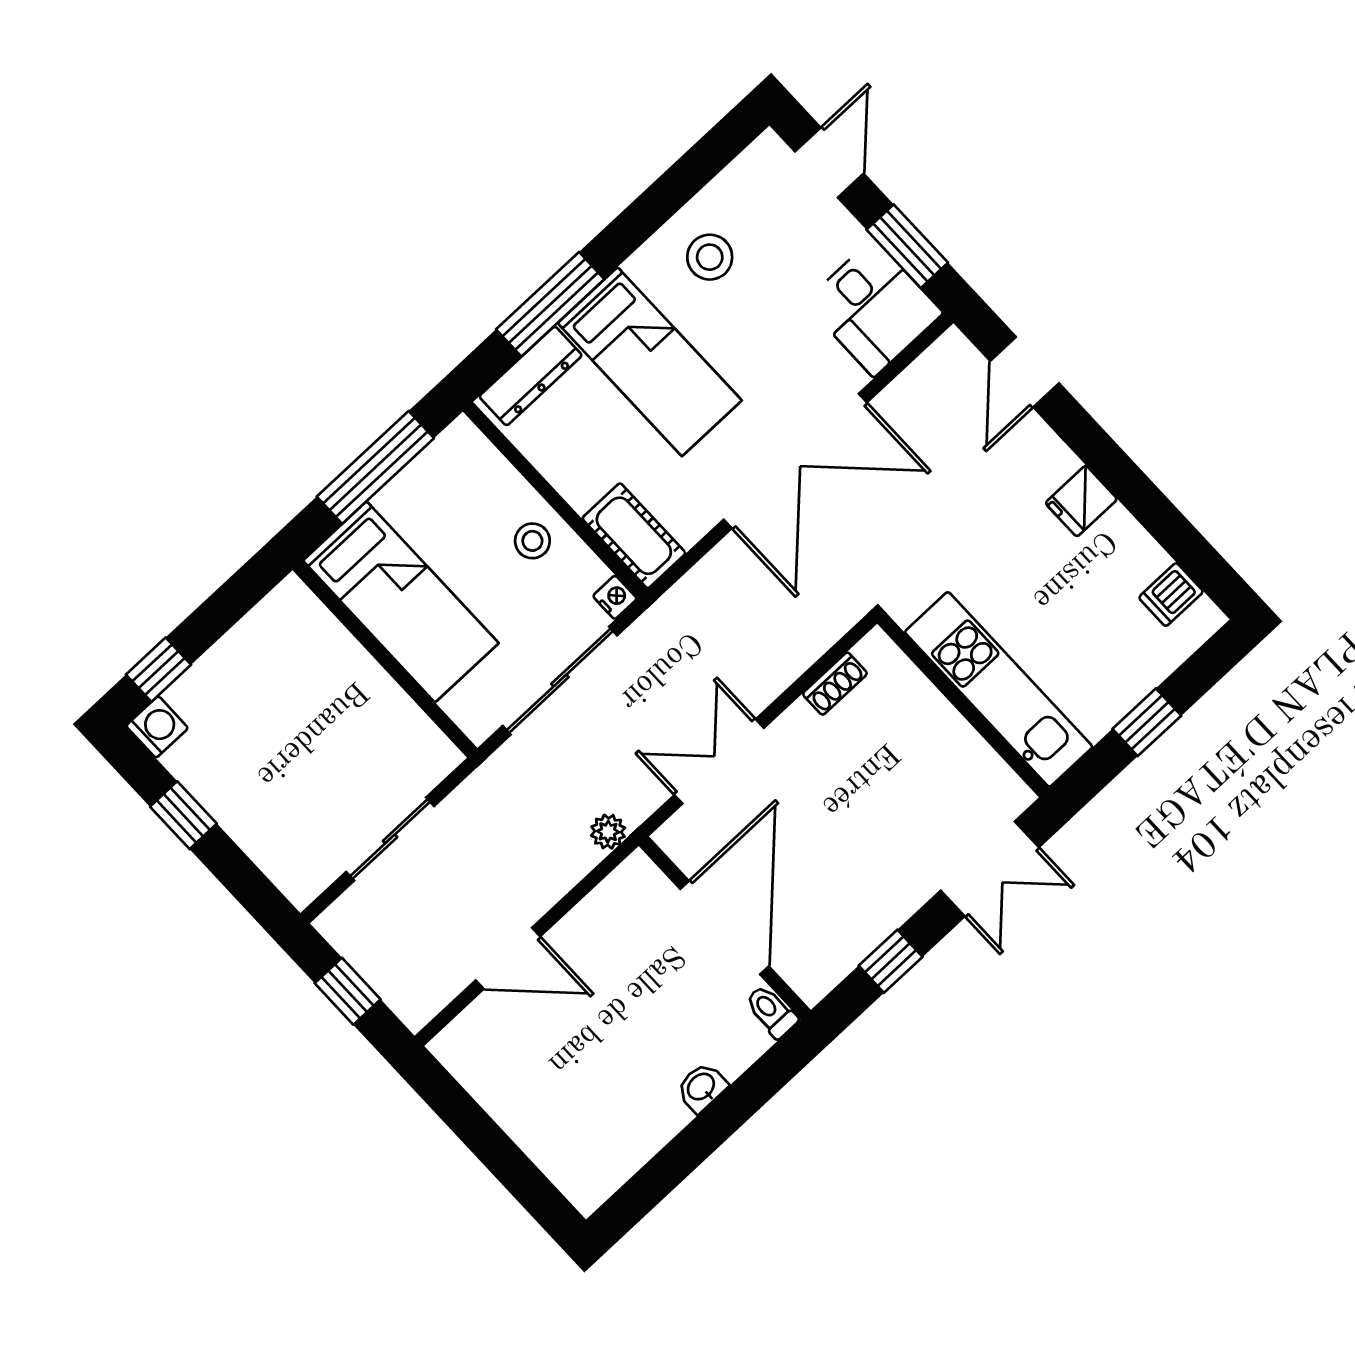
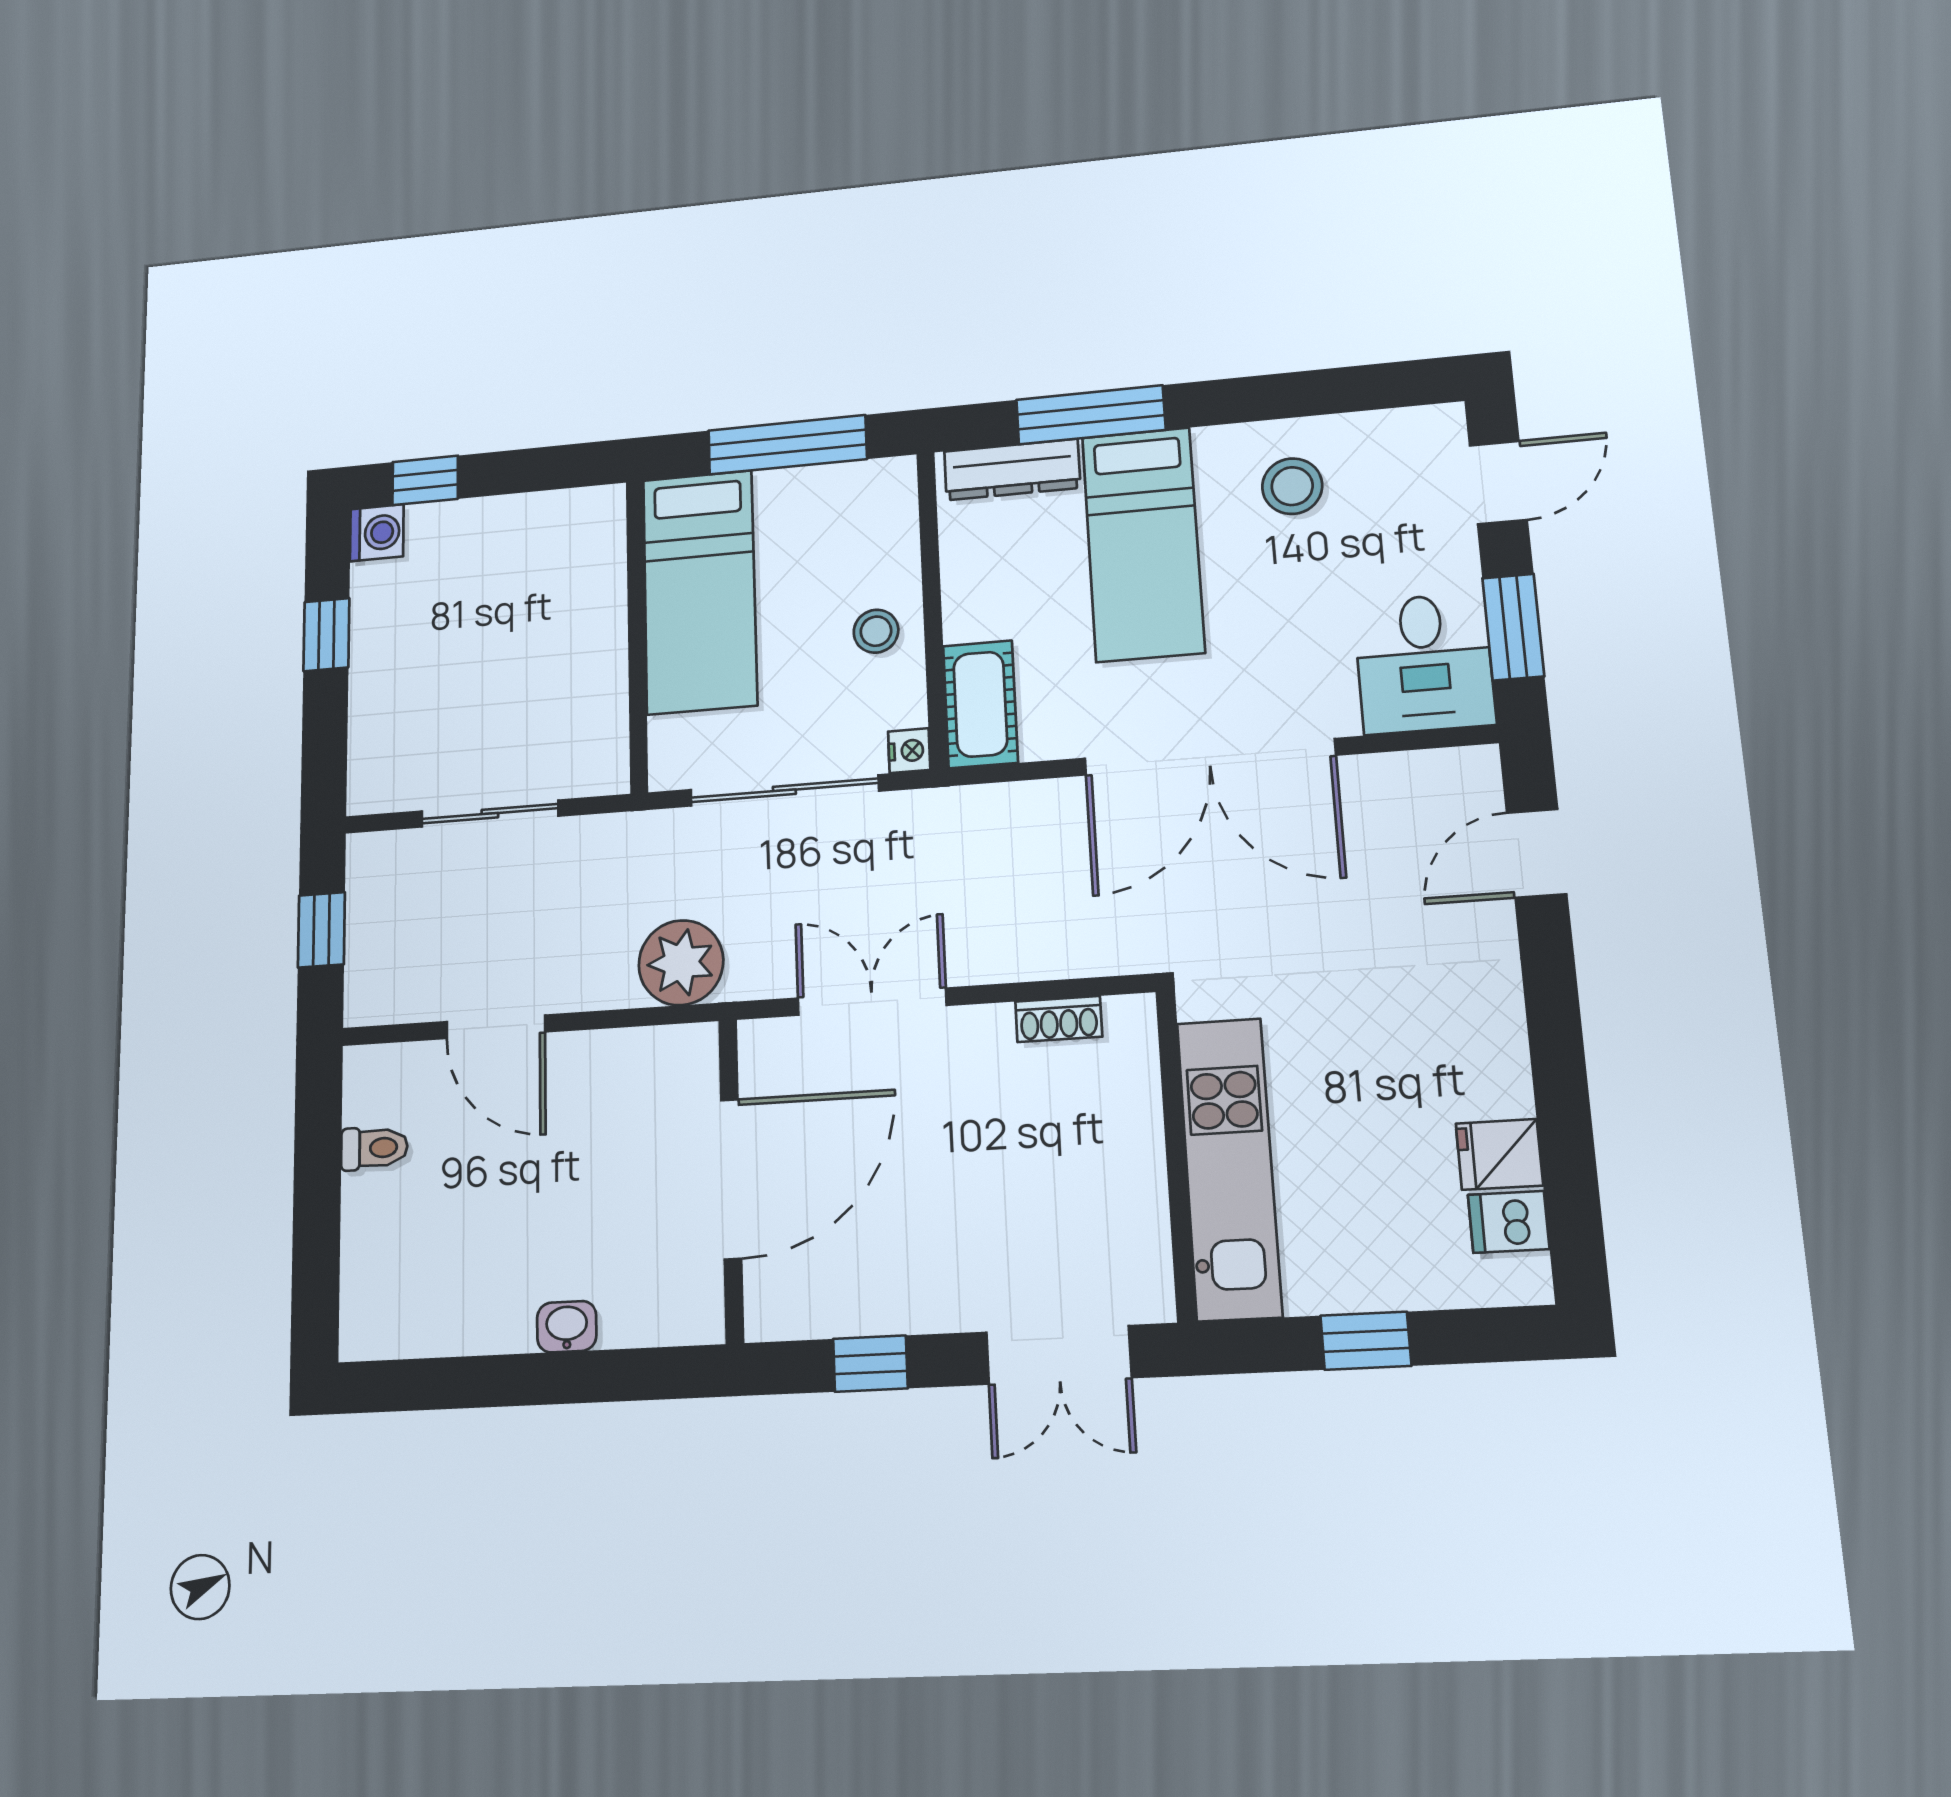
fridge: (1081, 501) -> (1499, 1154), moved
plant: (608, 832) -> (681, 963), width x1.87, depth x1.87
toilet: (771, 1011) -> (374, 1148), moved, turned 90

